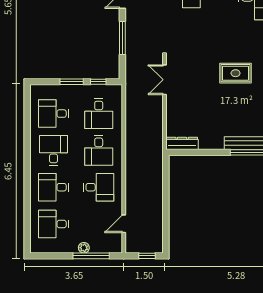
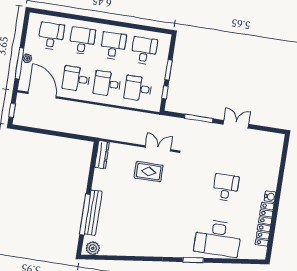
rug: (236, 73) -> (149, 172), moved, turned 90
desk: (53, 150) -> (113, 46), turned -90
desk: (99, 187) -> (76, 79), turned 90
door: (124, 224) -> (42, 95), width x1.88

